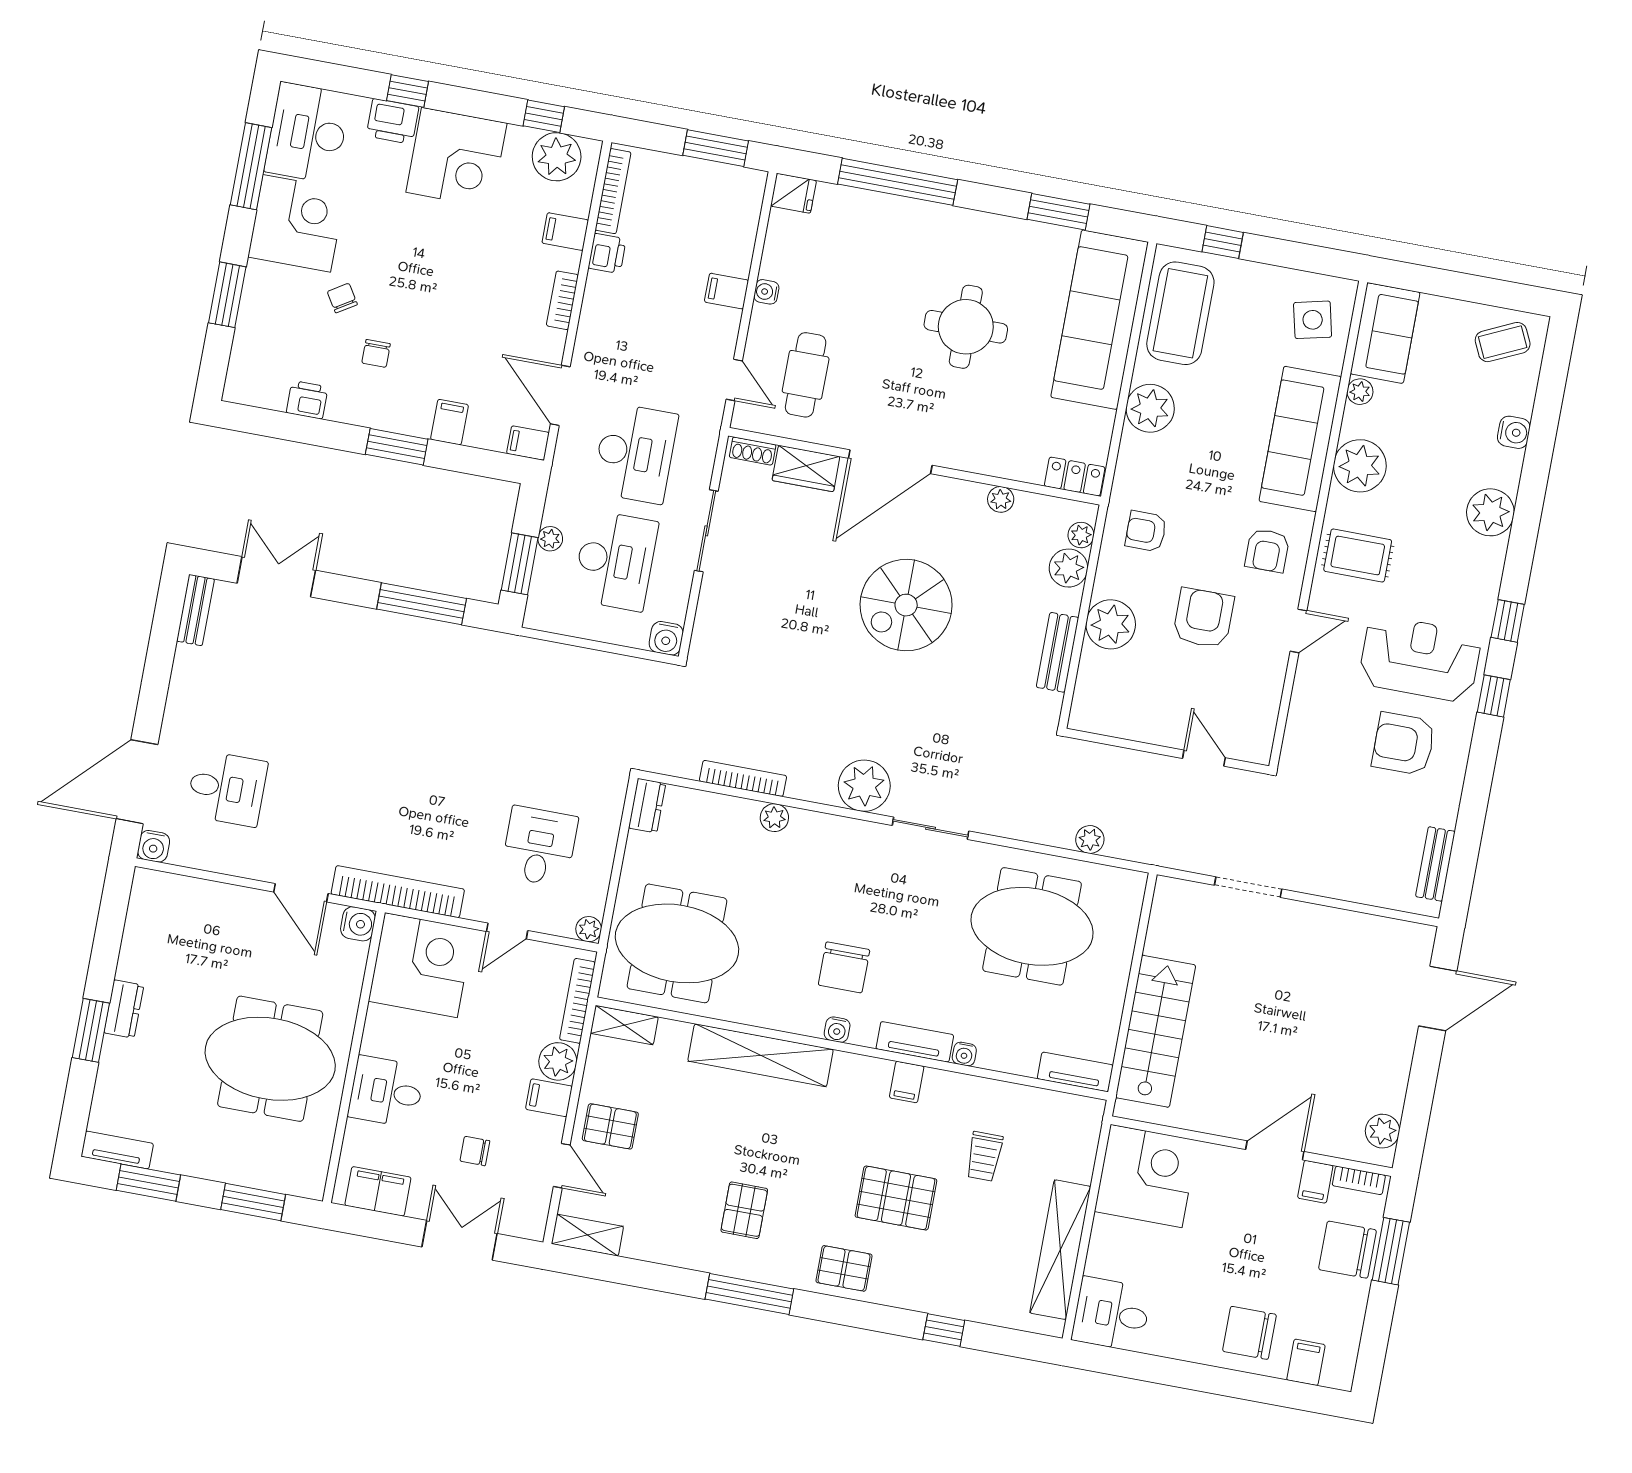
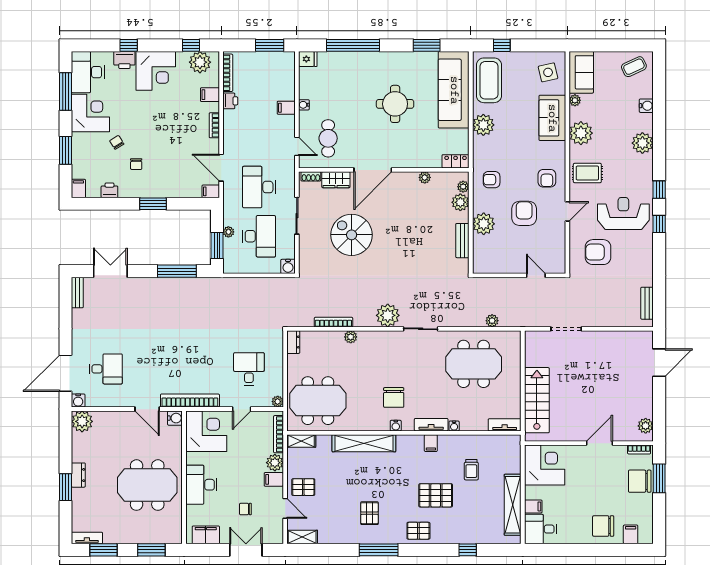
filing cabinet: (450, 422) -> (78, 188), moved
sofa: (1300, 439) -> (552, 118), width x0.73
desk: (635, 453) -> (259, 187), turned 180
spiral stairs: (906, 605) -> (352, 235), moved, turned 90
armchair: (1404, 744) -> (598, 252), moved
plant: (154, 894) -> (82, 421), added
desk: (386, 1092) -> (201, 485), width x1.37
filing cabinet: (1315, 1182) -> (533, 506), moved, turned -90

